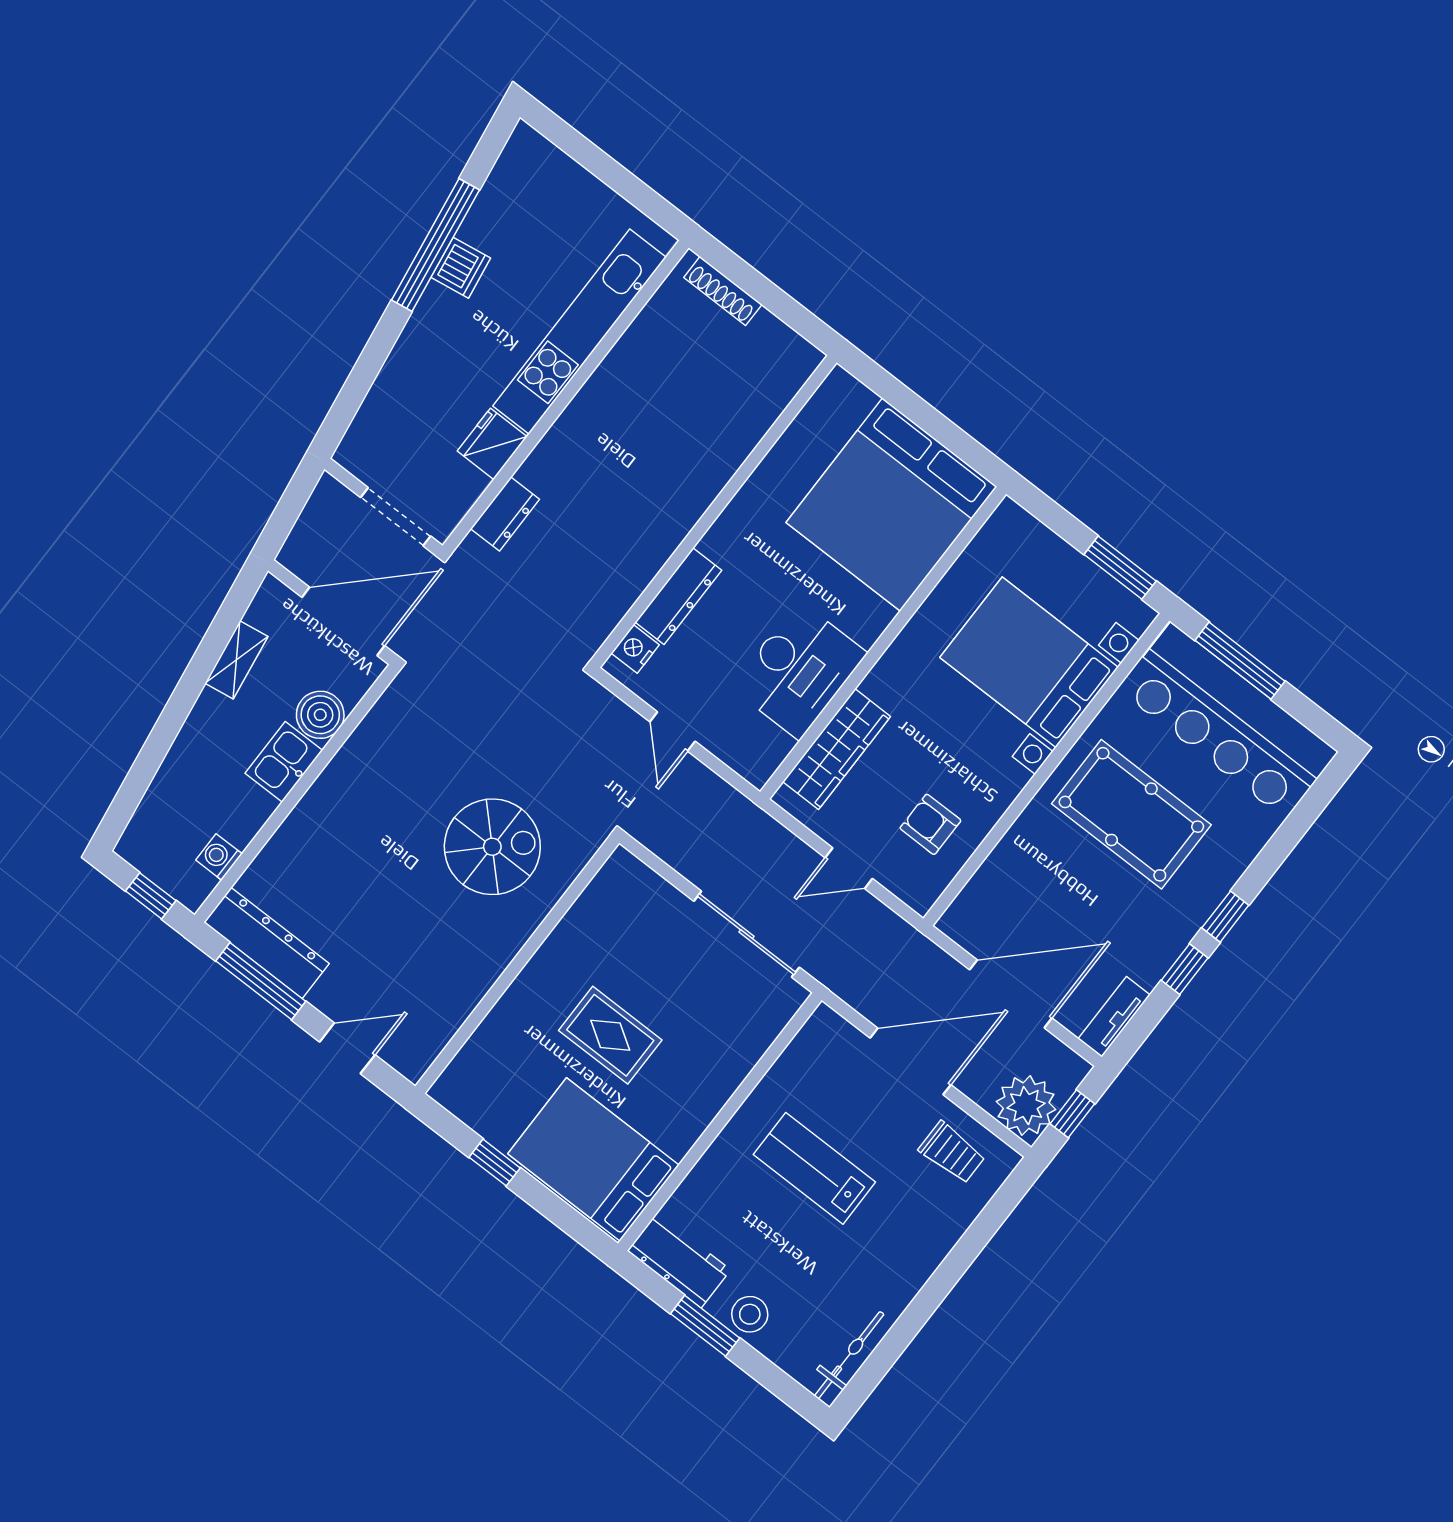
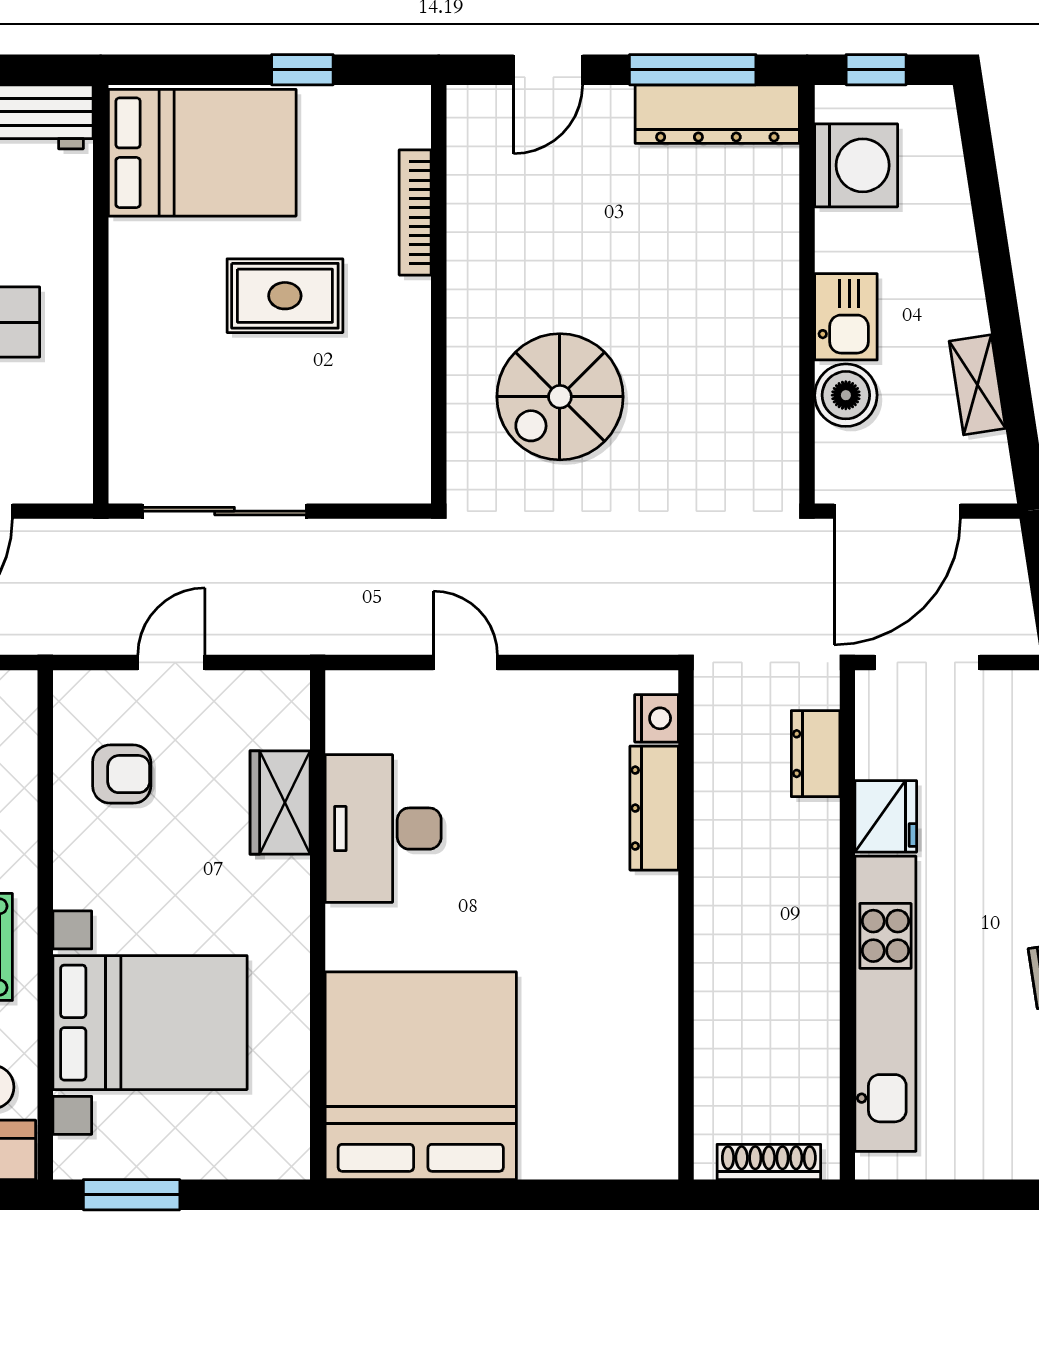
wall: (714, 512) -> (686, 925), moved
dresser: (678, 596) -> (654, 808), moved
nightstand: (635, 649) -> (657, 718), moved
wardrobe: (837, 749) -> (280, 803), width x0.67
washing machine: (219, 857) -> (856, 165), width x1.89, depth x1.89
bookcase: (493, 1025) -> (415, 212), added

